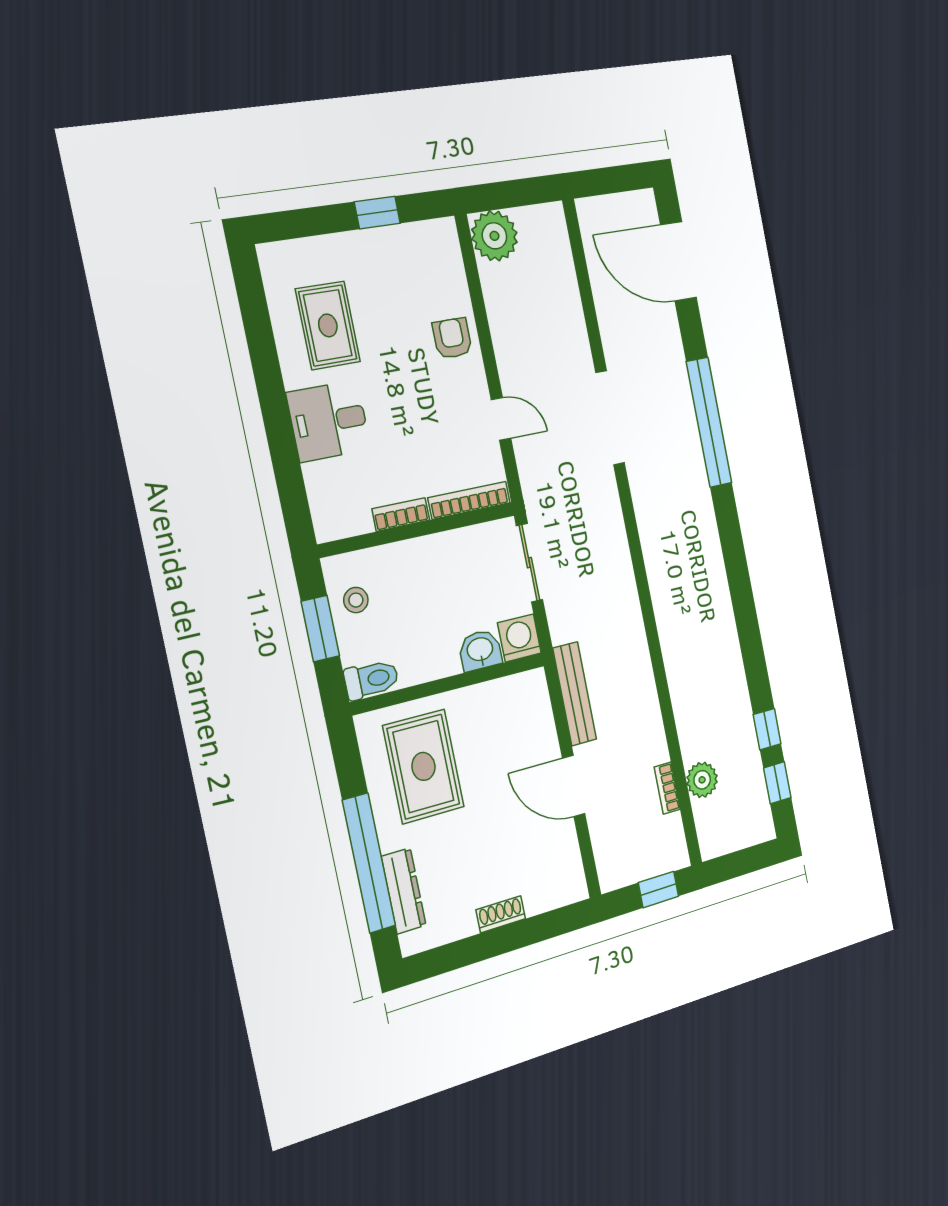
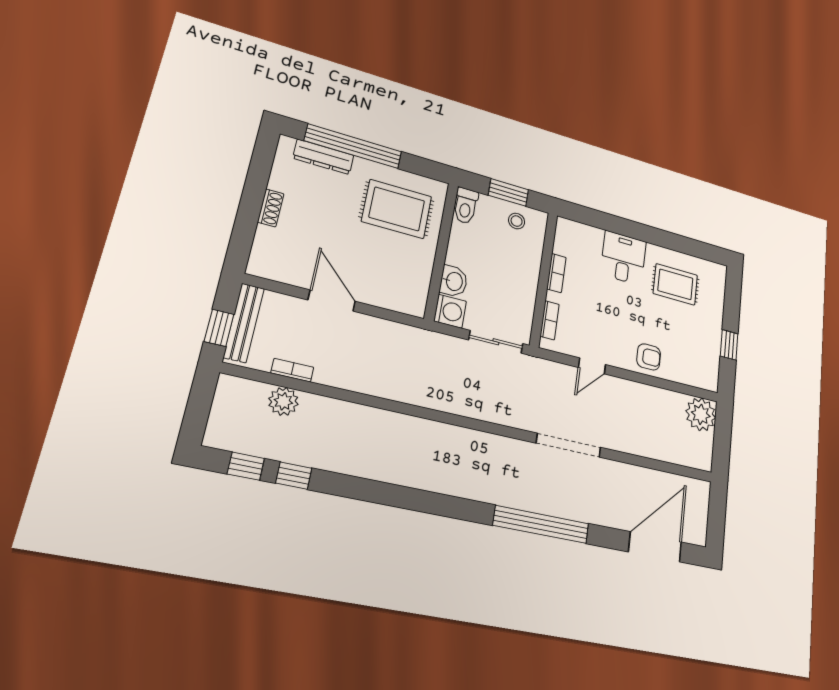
bookcase: (469, 500) -> (550, 320), width x0.64
bench: (575, 694) -> (244, 323), moved, turned 90
door: (574, 786) -> (332, 301), hinge flipped

